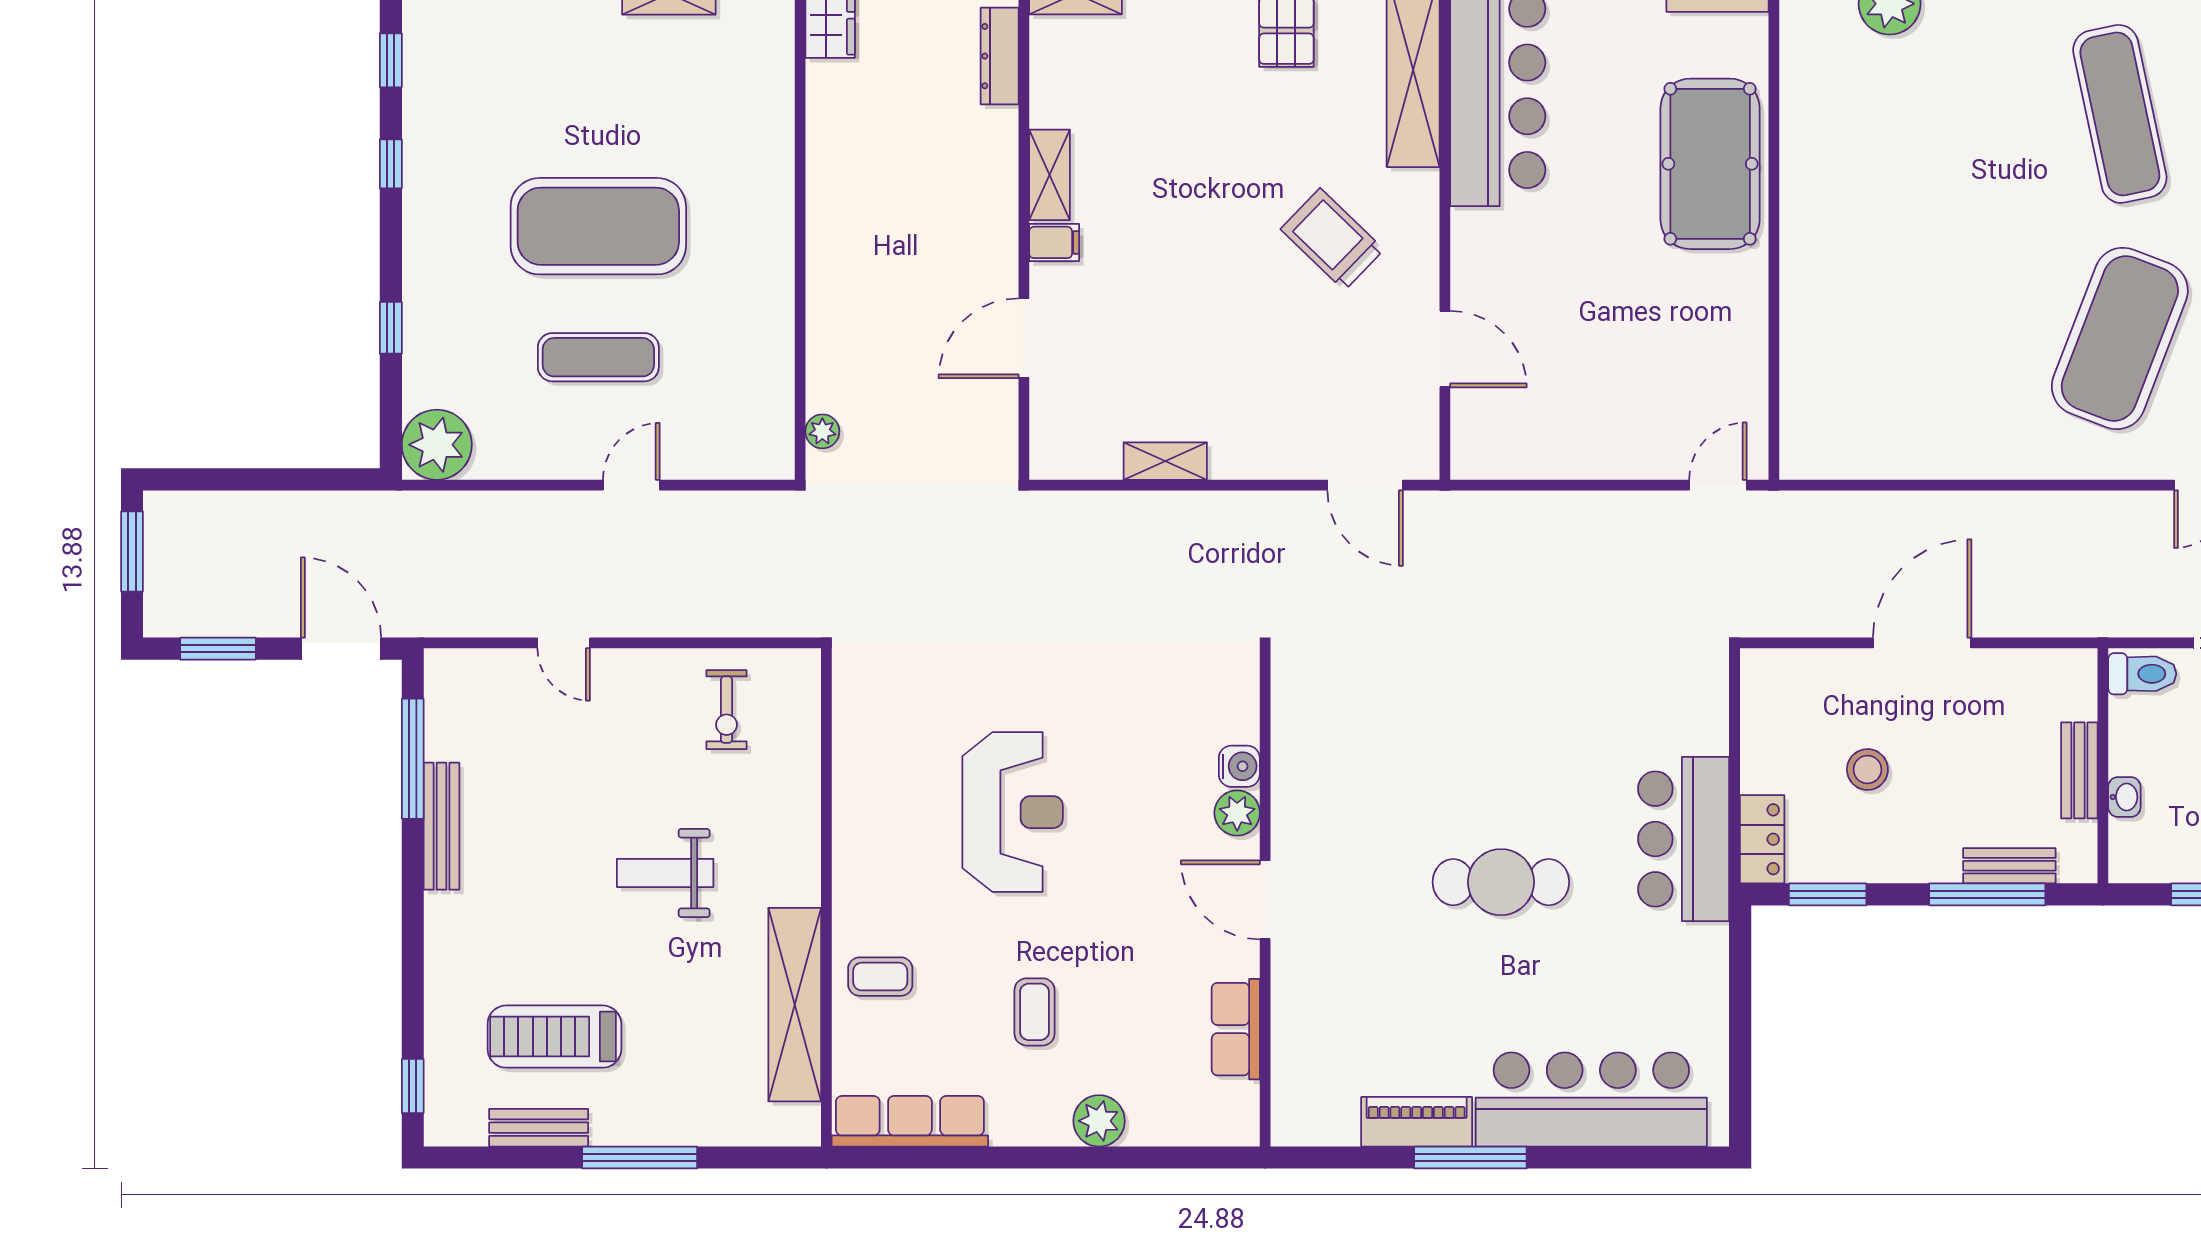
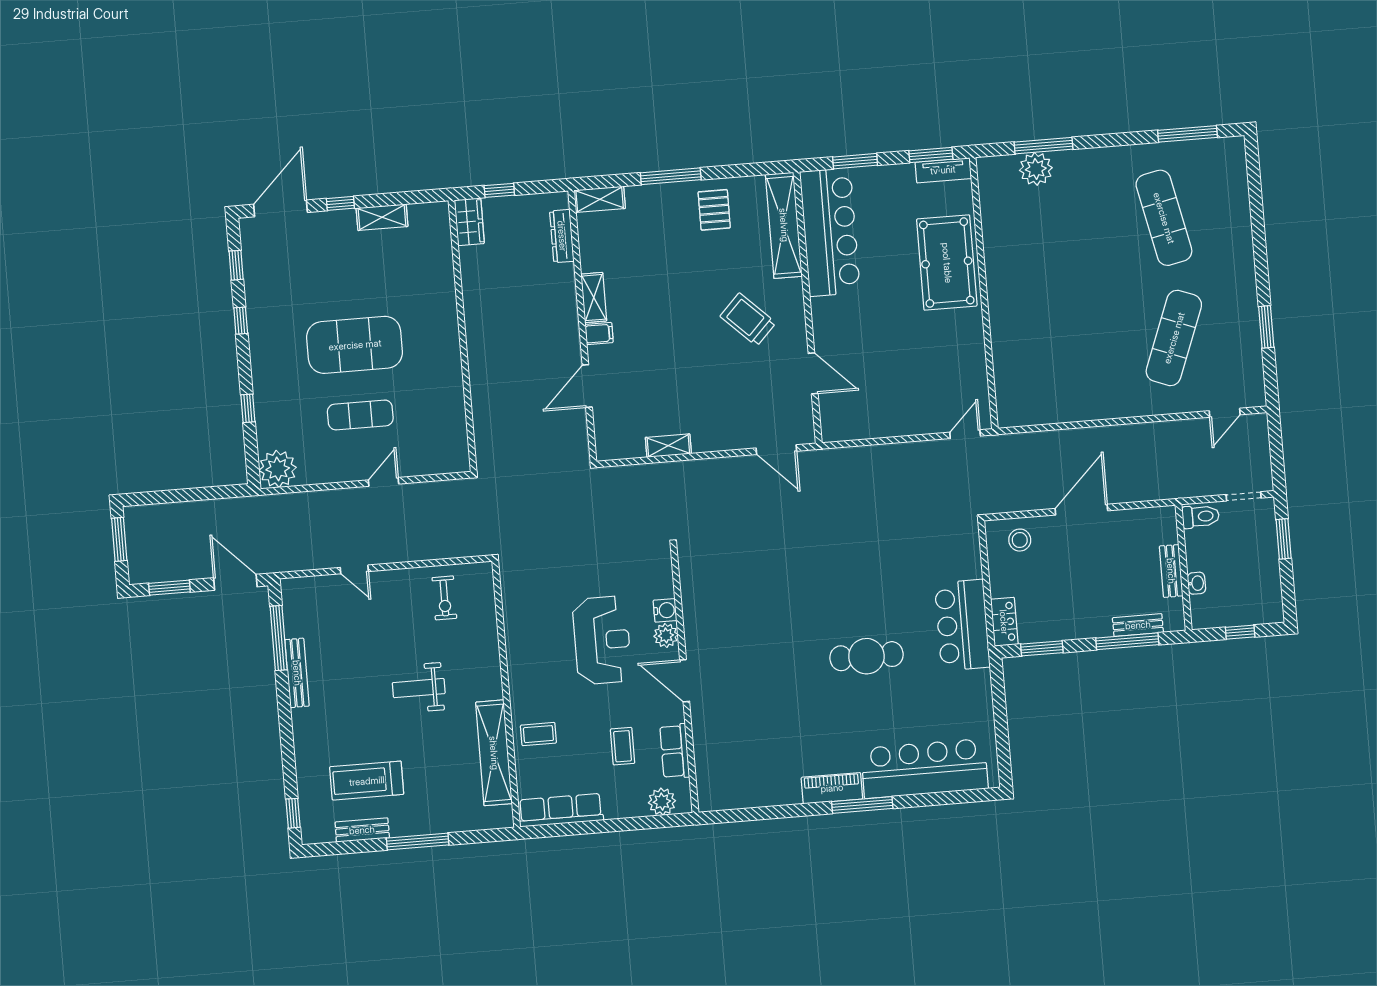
exercise mat: (2120, 338) -> (1174, 338), width x0.68
plant: (822, 431) -> (483, 445), removed
water cooler: (1239, 766) -> (665, 610), moved
stool: (1867, 770) -> (1020, 540), moved
plant: (1237, 813) -> (666, 635), moved
wall: (1265, 897) -> (685, 679), moved
door: (1265, 900) -> (685, 681), moved
row of seats: (1236, 1029) -> (675, 751), moved

